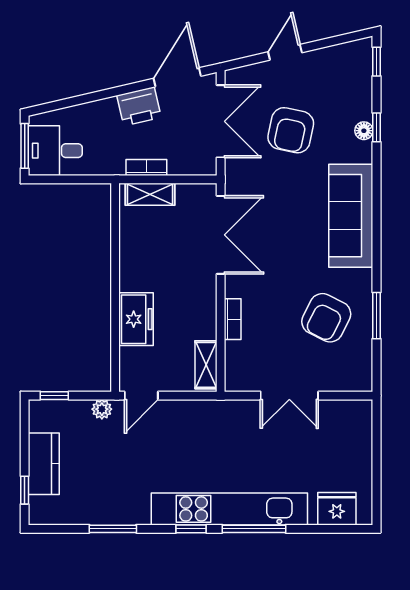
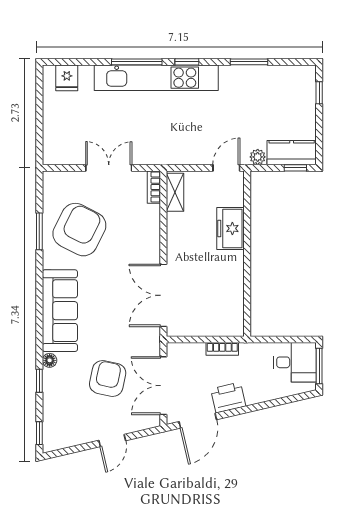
floor lamp: (364, 131) -> (50, 360), moved
shelving: (150, 194) -> (219, 328), removed
armchair: (326, 318) -> (79, 230), width x1.36, depth x1.36
bookcase: (233, 319) -> (154, 187), moved
kitchen counter: (44, 464) -> (292, 153), moved, turned 90
fridge: (337, 509) -> (67, 78), width x0.72

